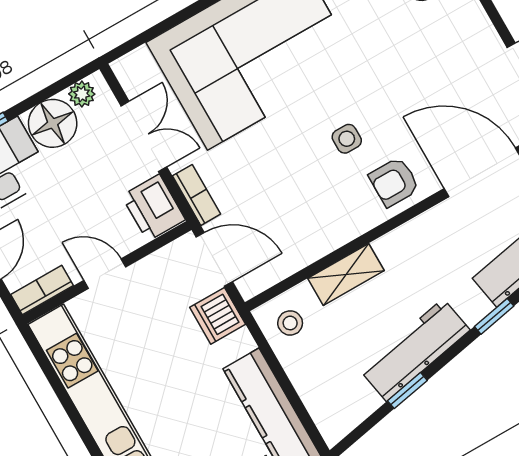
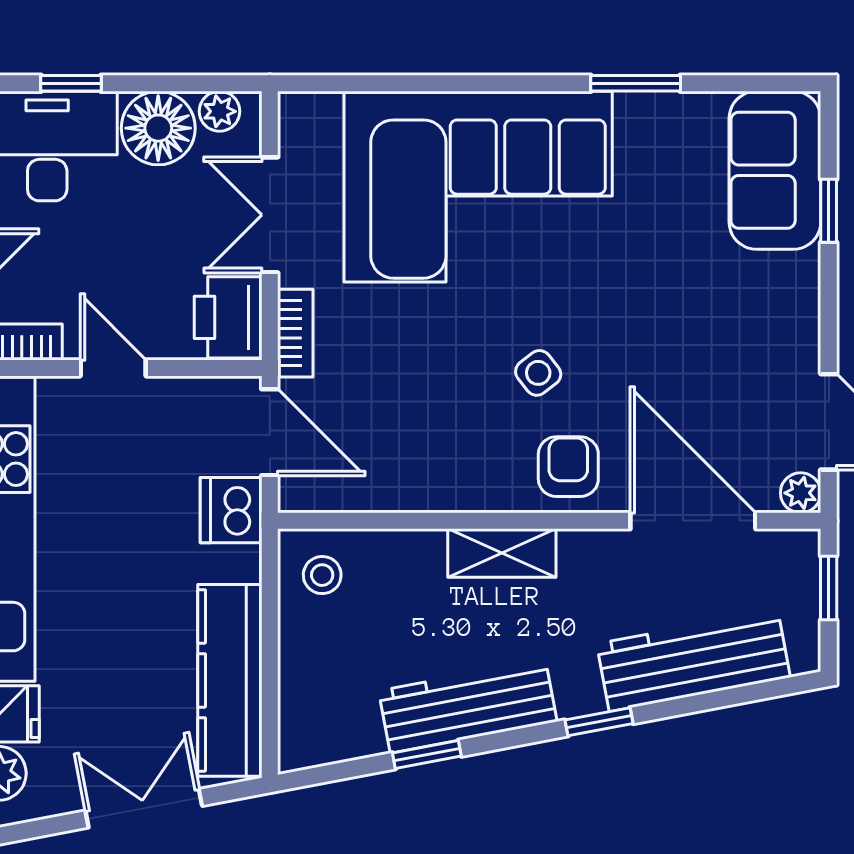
double door: (144, 136) -> (270, 215), swing flipped
side table: (347, 139) -> (538, 373), turned -38
armchair: (394, 182) -> (568, 467), turned 90
shelving: (346, 274) -> (502, 553), moved

